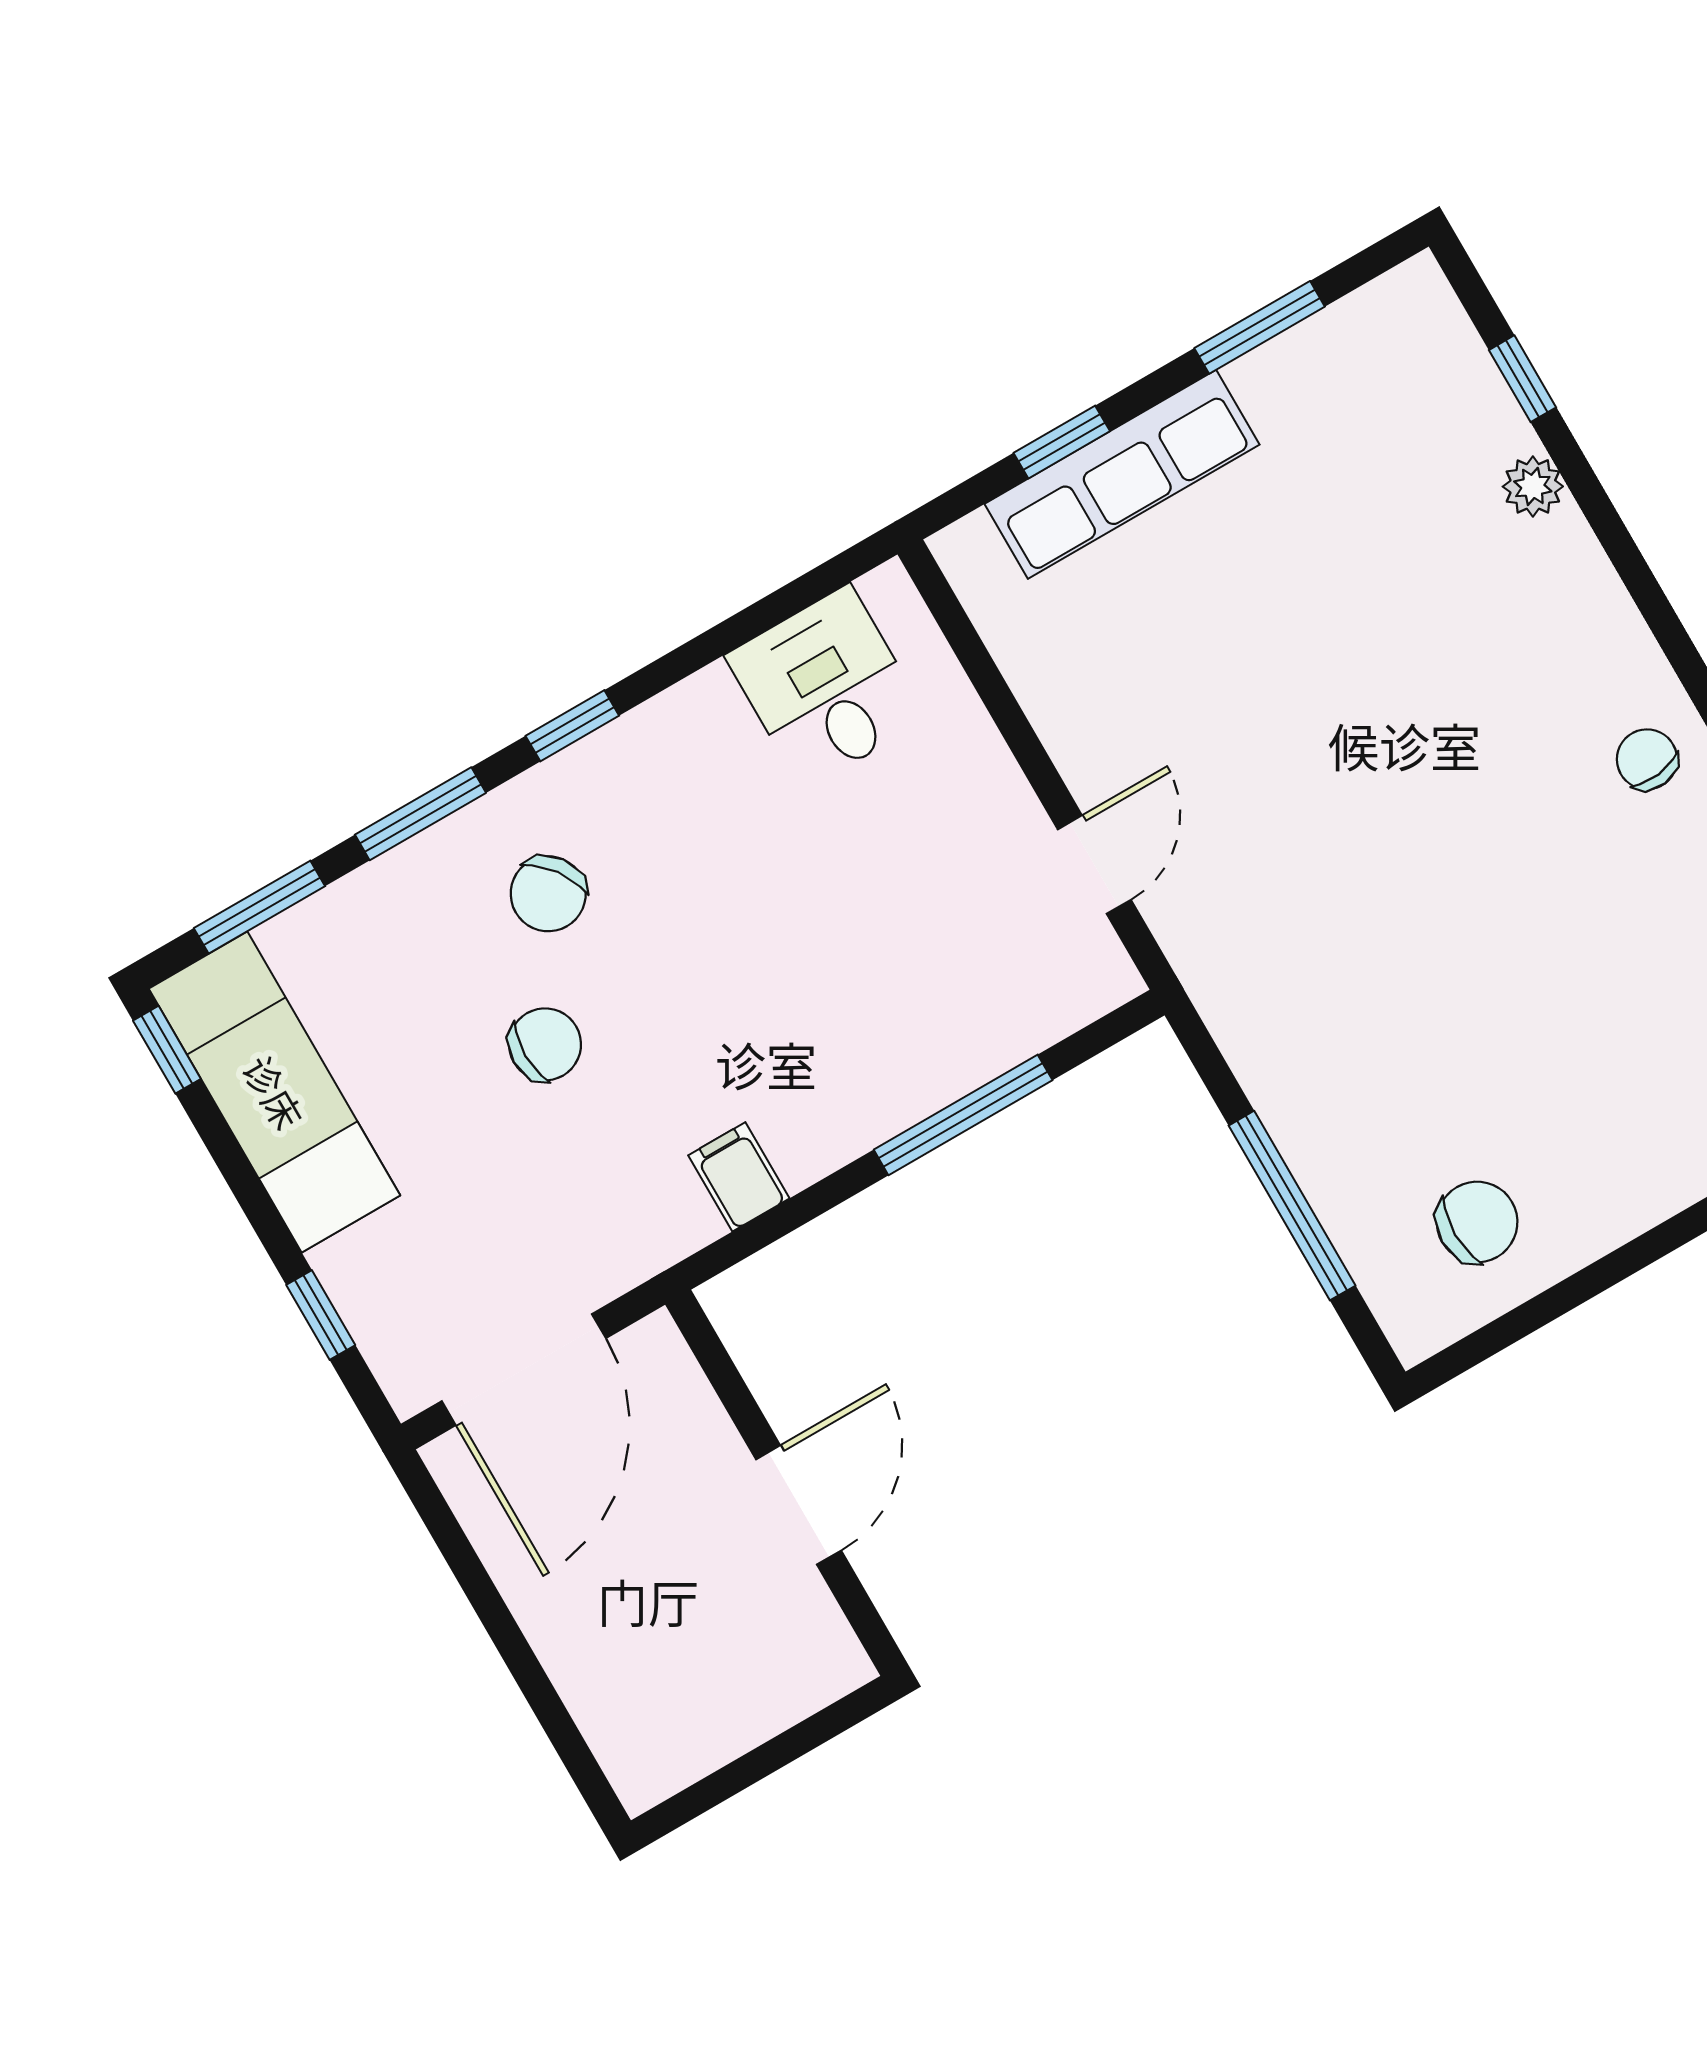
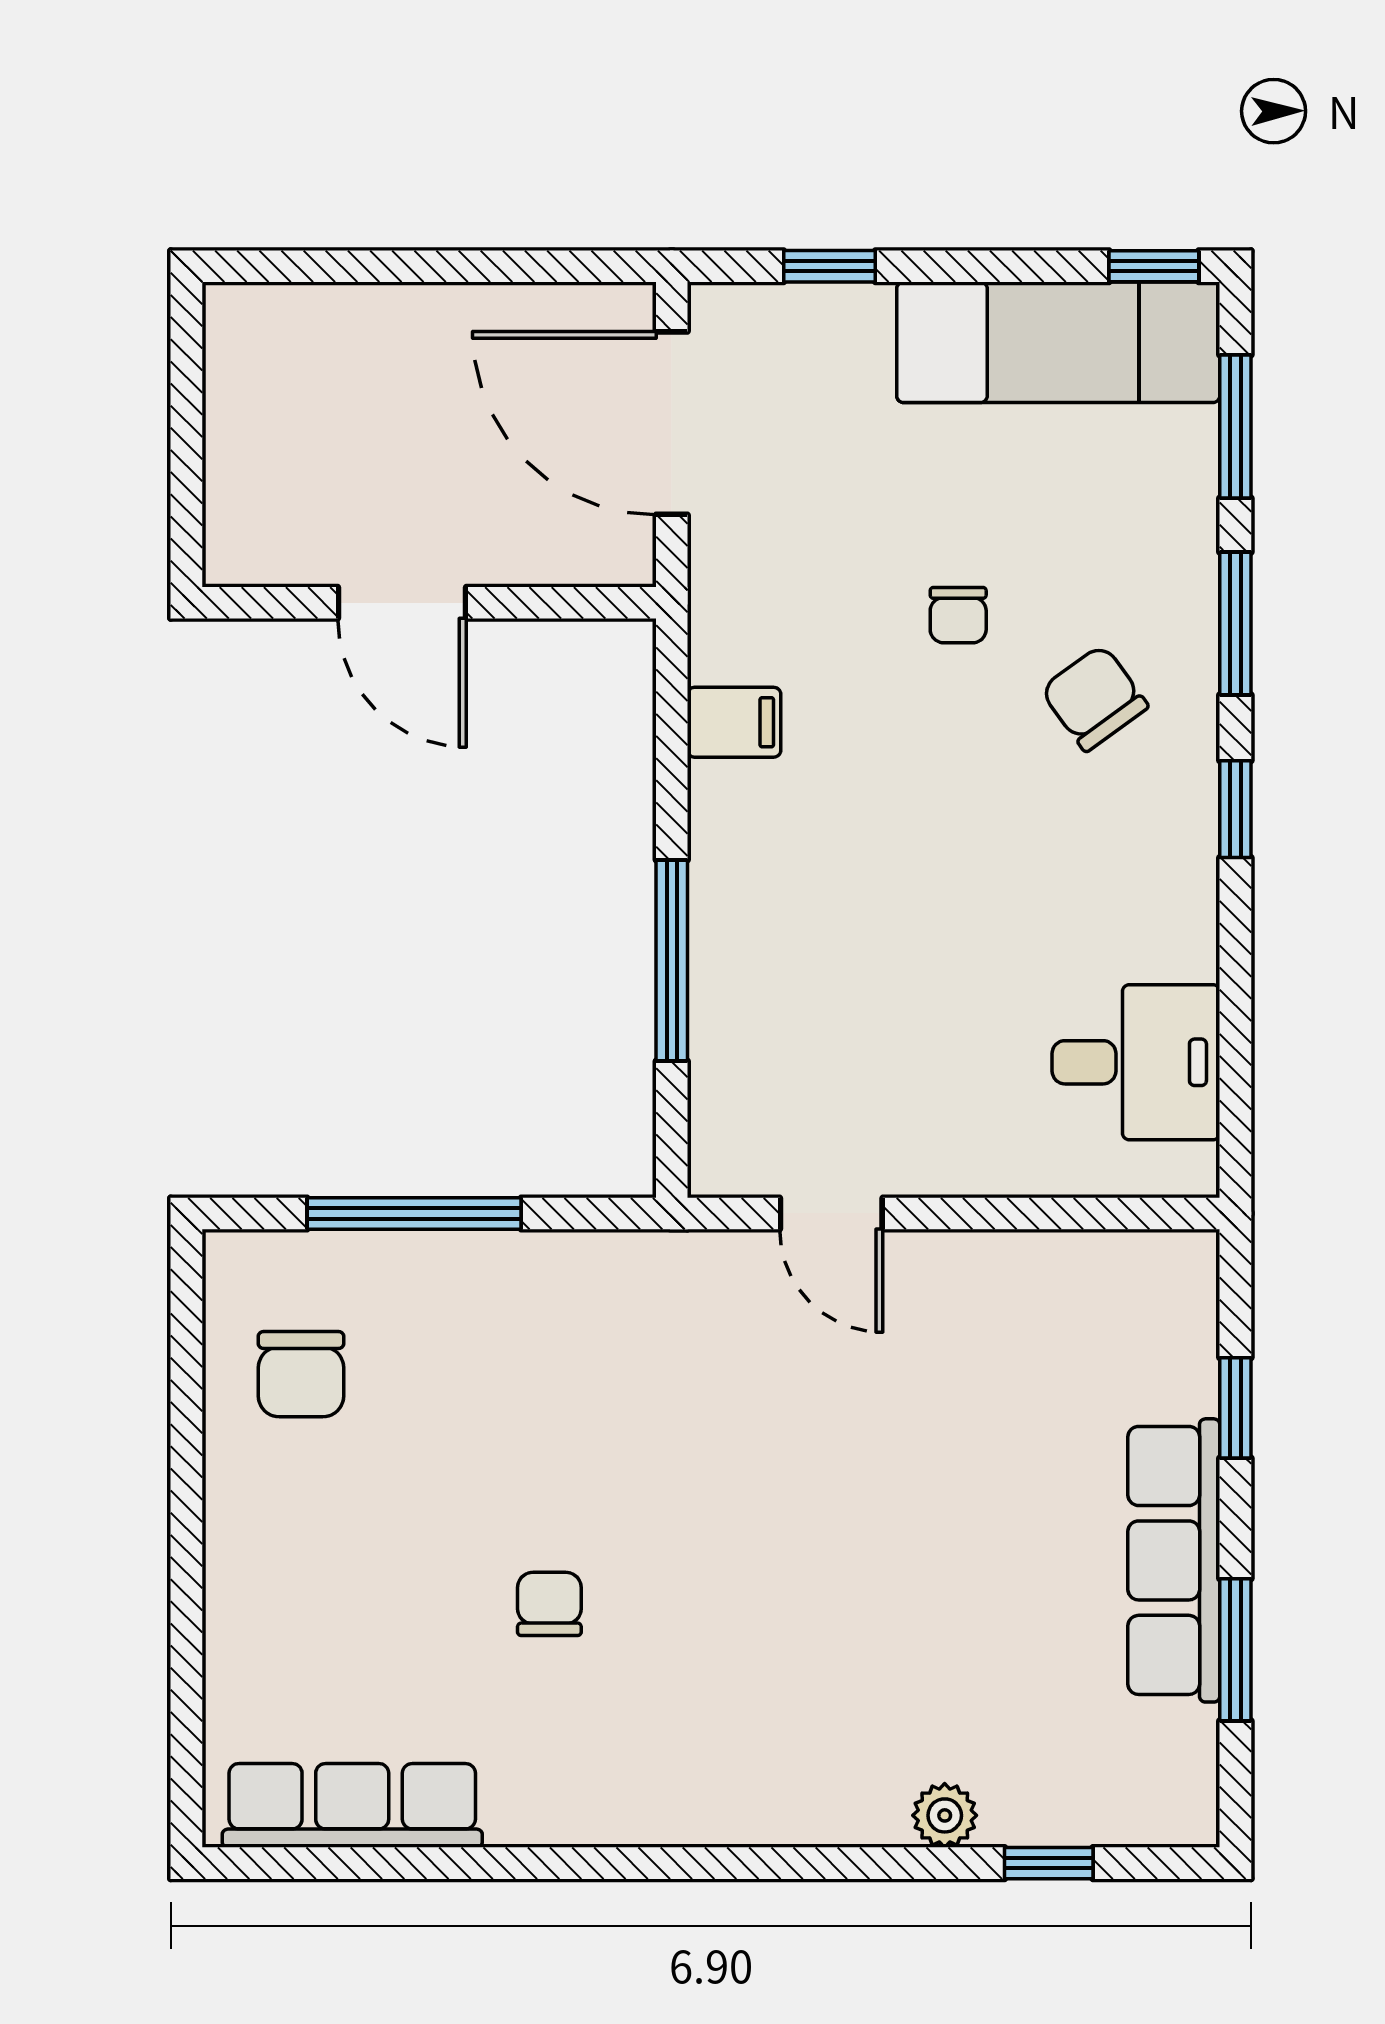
row of seats: (1122, 474) -> (1174, 1560), moved
chair: (1647, 759) -> (549, 1604), moved, turned -83
chair: (545, 1044) -> (958, 615), width x0.73, depth x0.73

